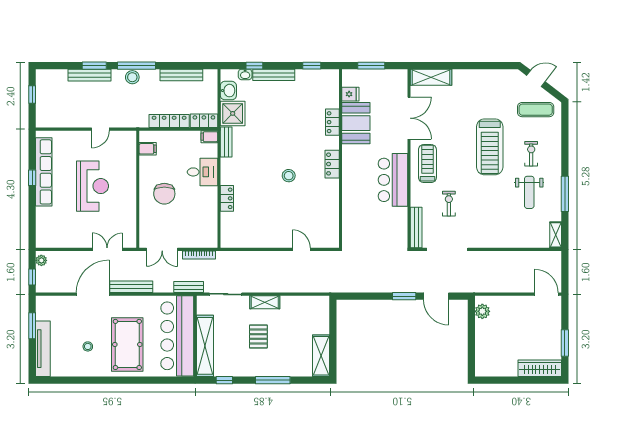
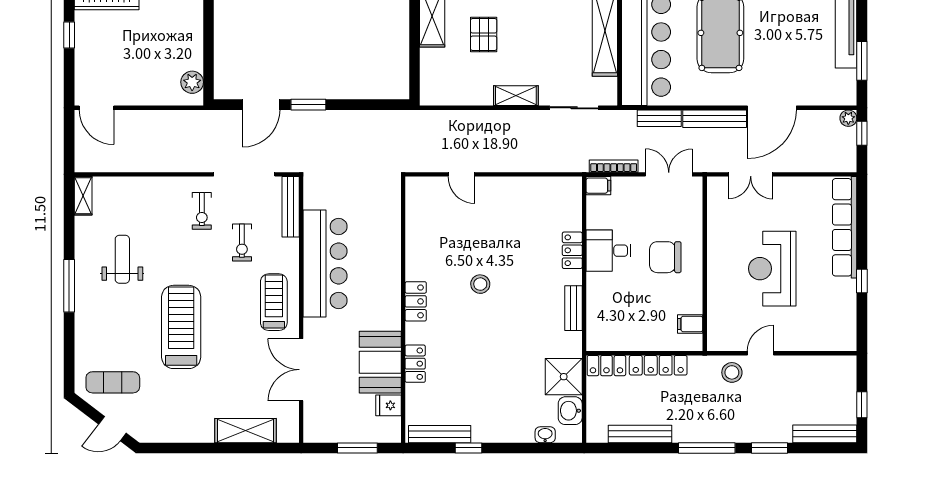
window: (254, 66) -> (531, 448), removed
window: (312, 66) -> (469, 448), moved
bench: (89, 75) -> (825, 434), moved
bench: (274, 75) -> (440, 434), moved
stool: (132, 77) -> (732, 372), moved
shelving: (431, 77) -> (246, 431), moved
filing cabinet: (209, 137) -> (598, 186), moved
bench: (226, 142) -> (573, 308), moved
exercise bike: (531, 154) -> (202, 211), moved
treadmill: (427, 164) -> (274, 302), turned 180
row of seats: (44, 172) -> (845, 227), moved
desk: (202, 172) -> (609, 251), moved
bar counter: (393, 180) -> (325, 264), width x1.36
chair: (164, 194) -> (665, 257), turned -90
window: (565, 194) -> (69, 286), moved
plant: (41, 260) -> (848, 118), moved
bench: (189, 287) -> (659, 118), moved
door: (436, 296) -> (261, 105), swing flipped
pallet: (258, 336) -> (484, 35), moved
window: (565, 343) -> (69, 35), width x0.67
stool: (88, 346) -> (779, 30), removed

